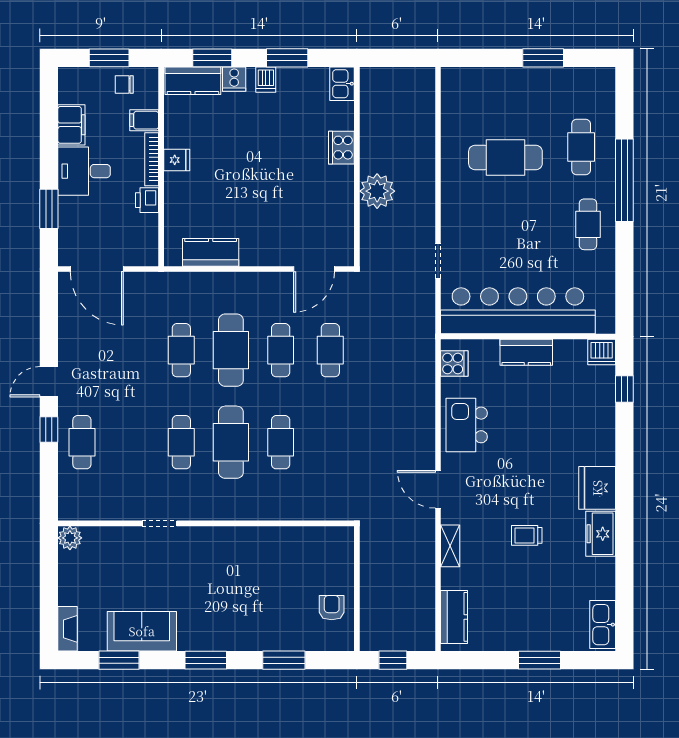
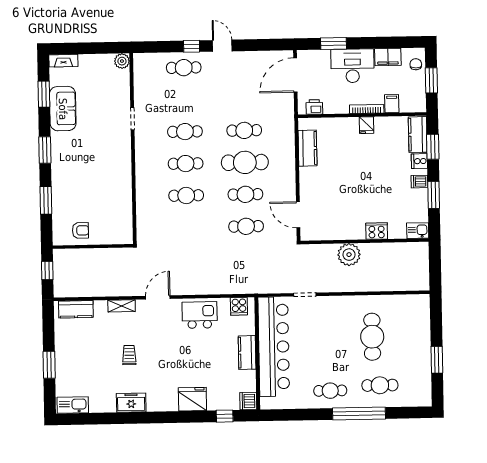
chair: (124, 84) -> (416, 64), moved
desk: (84, 171) -> (352, 66), width x1.37
printer: (147, 200) -> (314, 107), moved
cafe table: (231, 442) -> (186, 164), width x0.73, depth x0.74
fridge: (597, 488) -> (192, 399), moved

